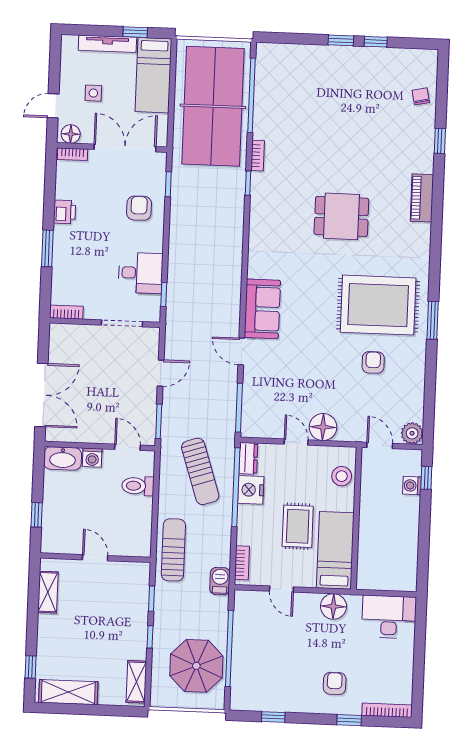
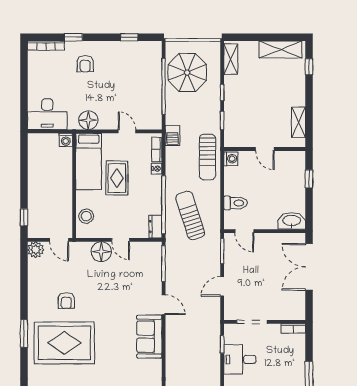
washing machine: (92, 458) -> (231, 159), moved, turned 90
washing machine: (412, 486) -> (66, 140), moved, turned 90
nightstand: (251, 490) -> (157, 169), moved, width x0.53, depth x0.56

